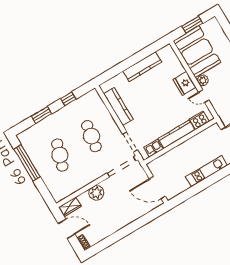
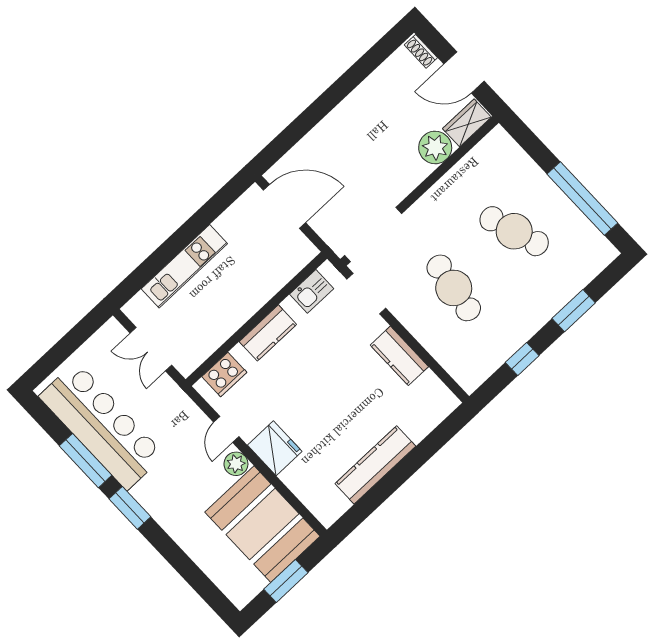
door: (204, 96) -> (226, 429), swing flipped
kitchen counter: (118, 106) -> (399, 356), width x0.67
kitchen counter: (176, 134) -> (268, 333), width x0.67
cafe table: (60, 155) -> (514, 231), turned -36
plant: (96, 193) -> (435, 147), moved

